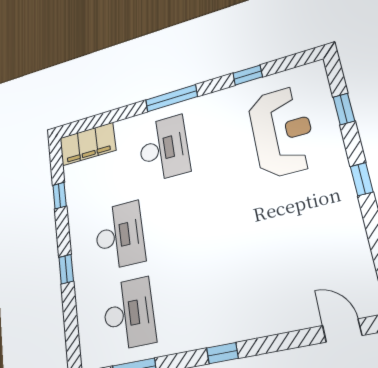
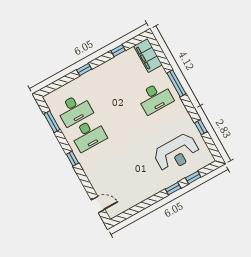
window: (171, 98) -> (176, 83), moved
window: (362, 179) -> (173, 189), moved
desk: (120, 236) -> (88, 135), moved
door: (342, 331) -> (98, 205), hinge flipped

